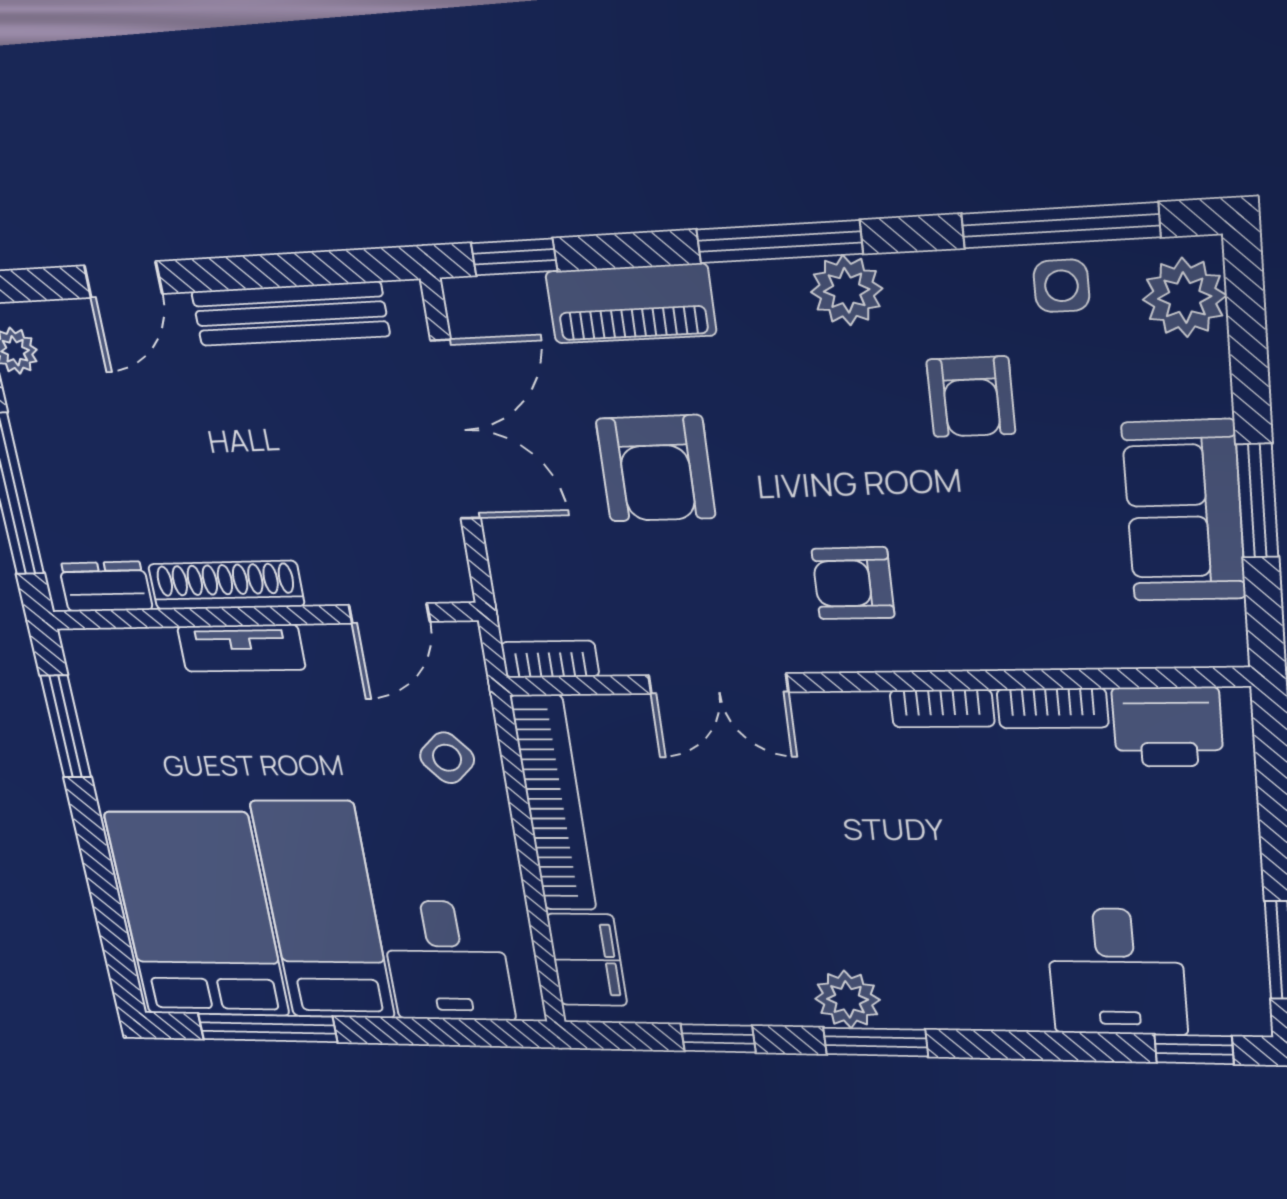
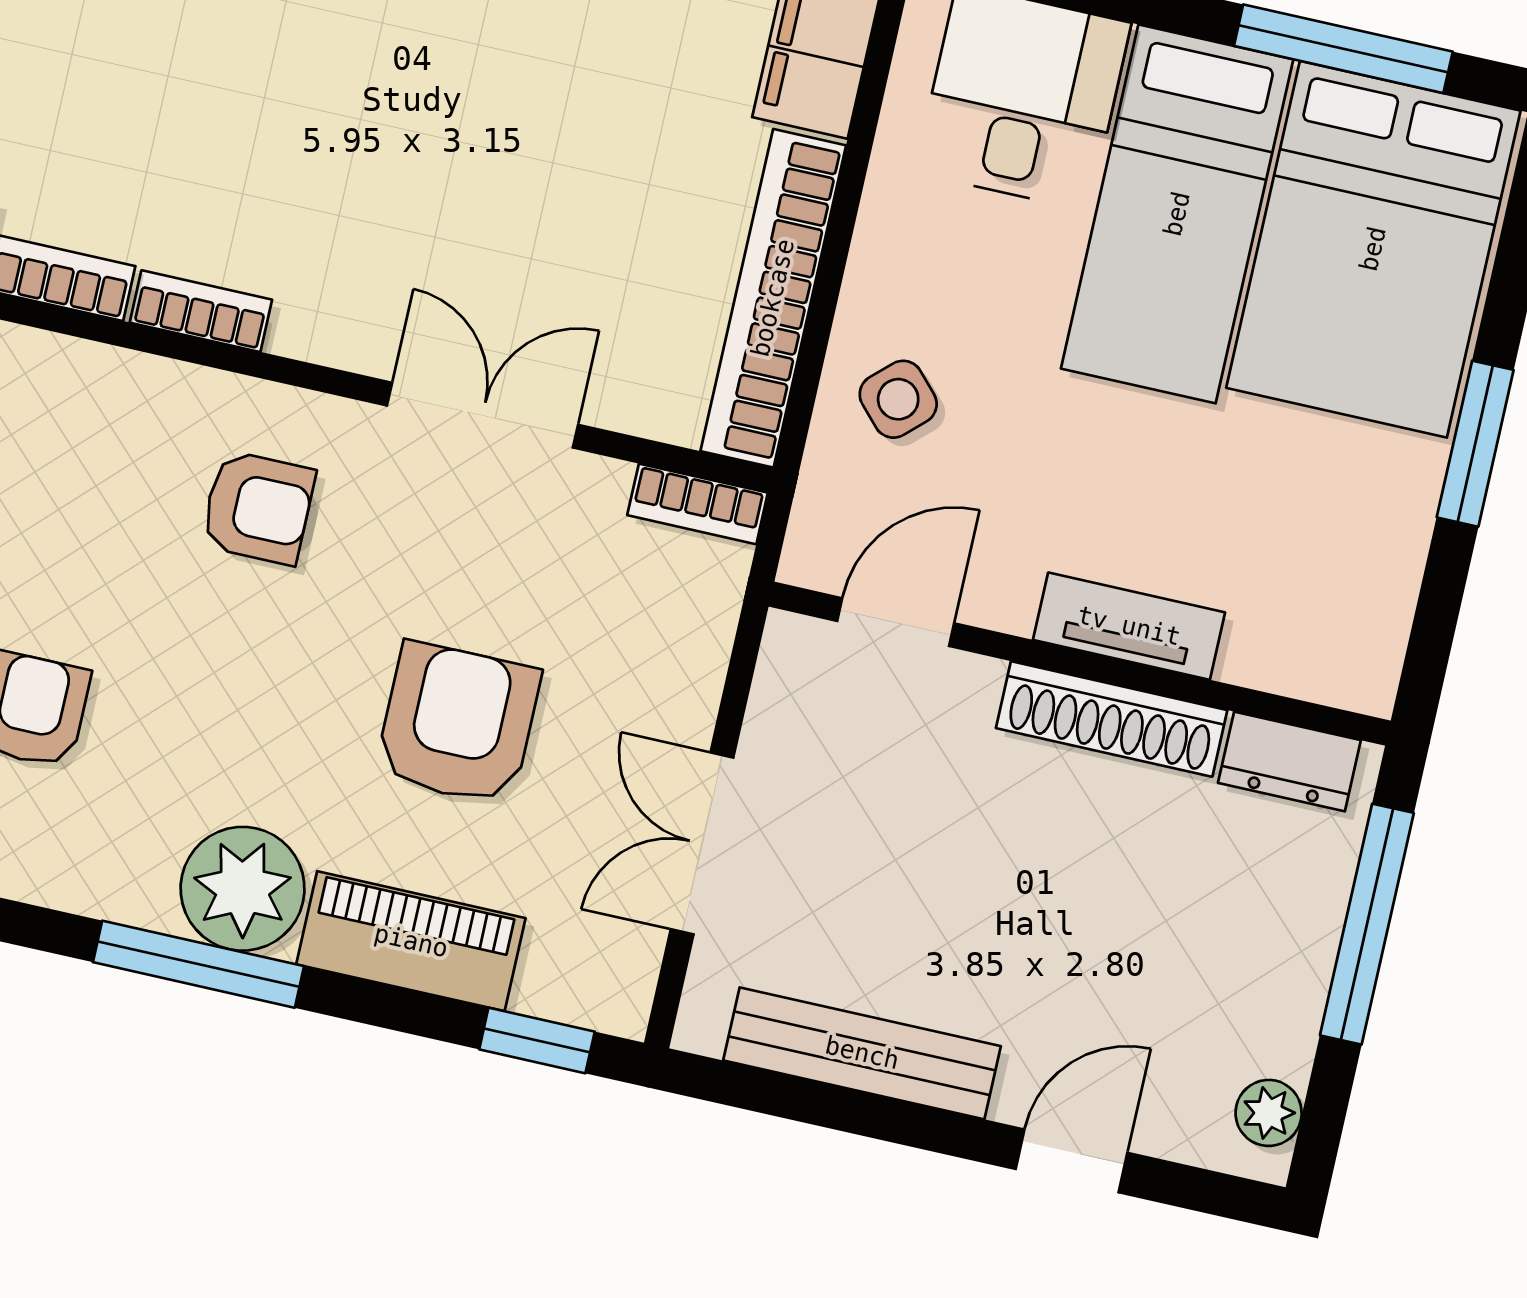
plant: (847, 290) -> (243, 889), moved, width x1.36, depth x1.36
double door: (456, 430) -> (702, 843), width x0.73
window: (66, 727) -> (1475, 444), moved

